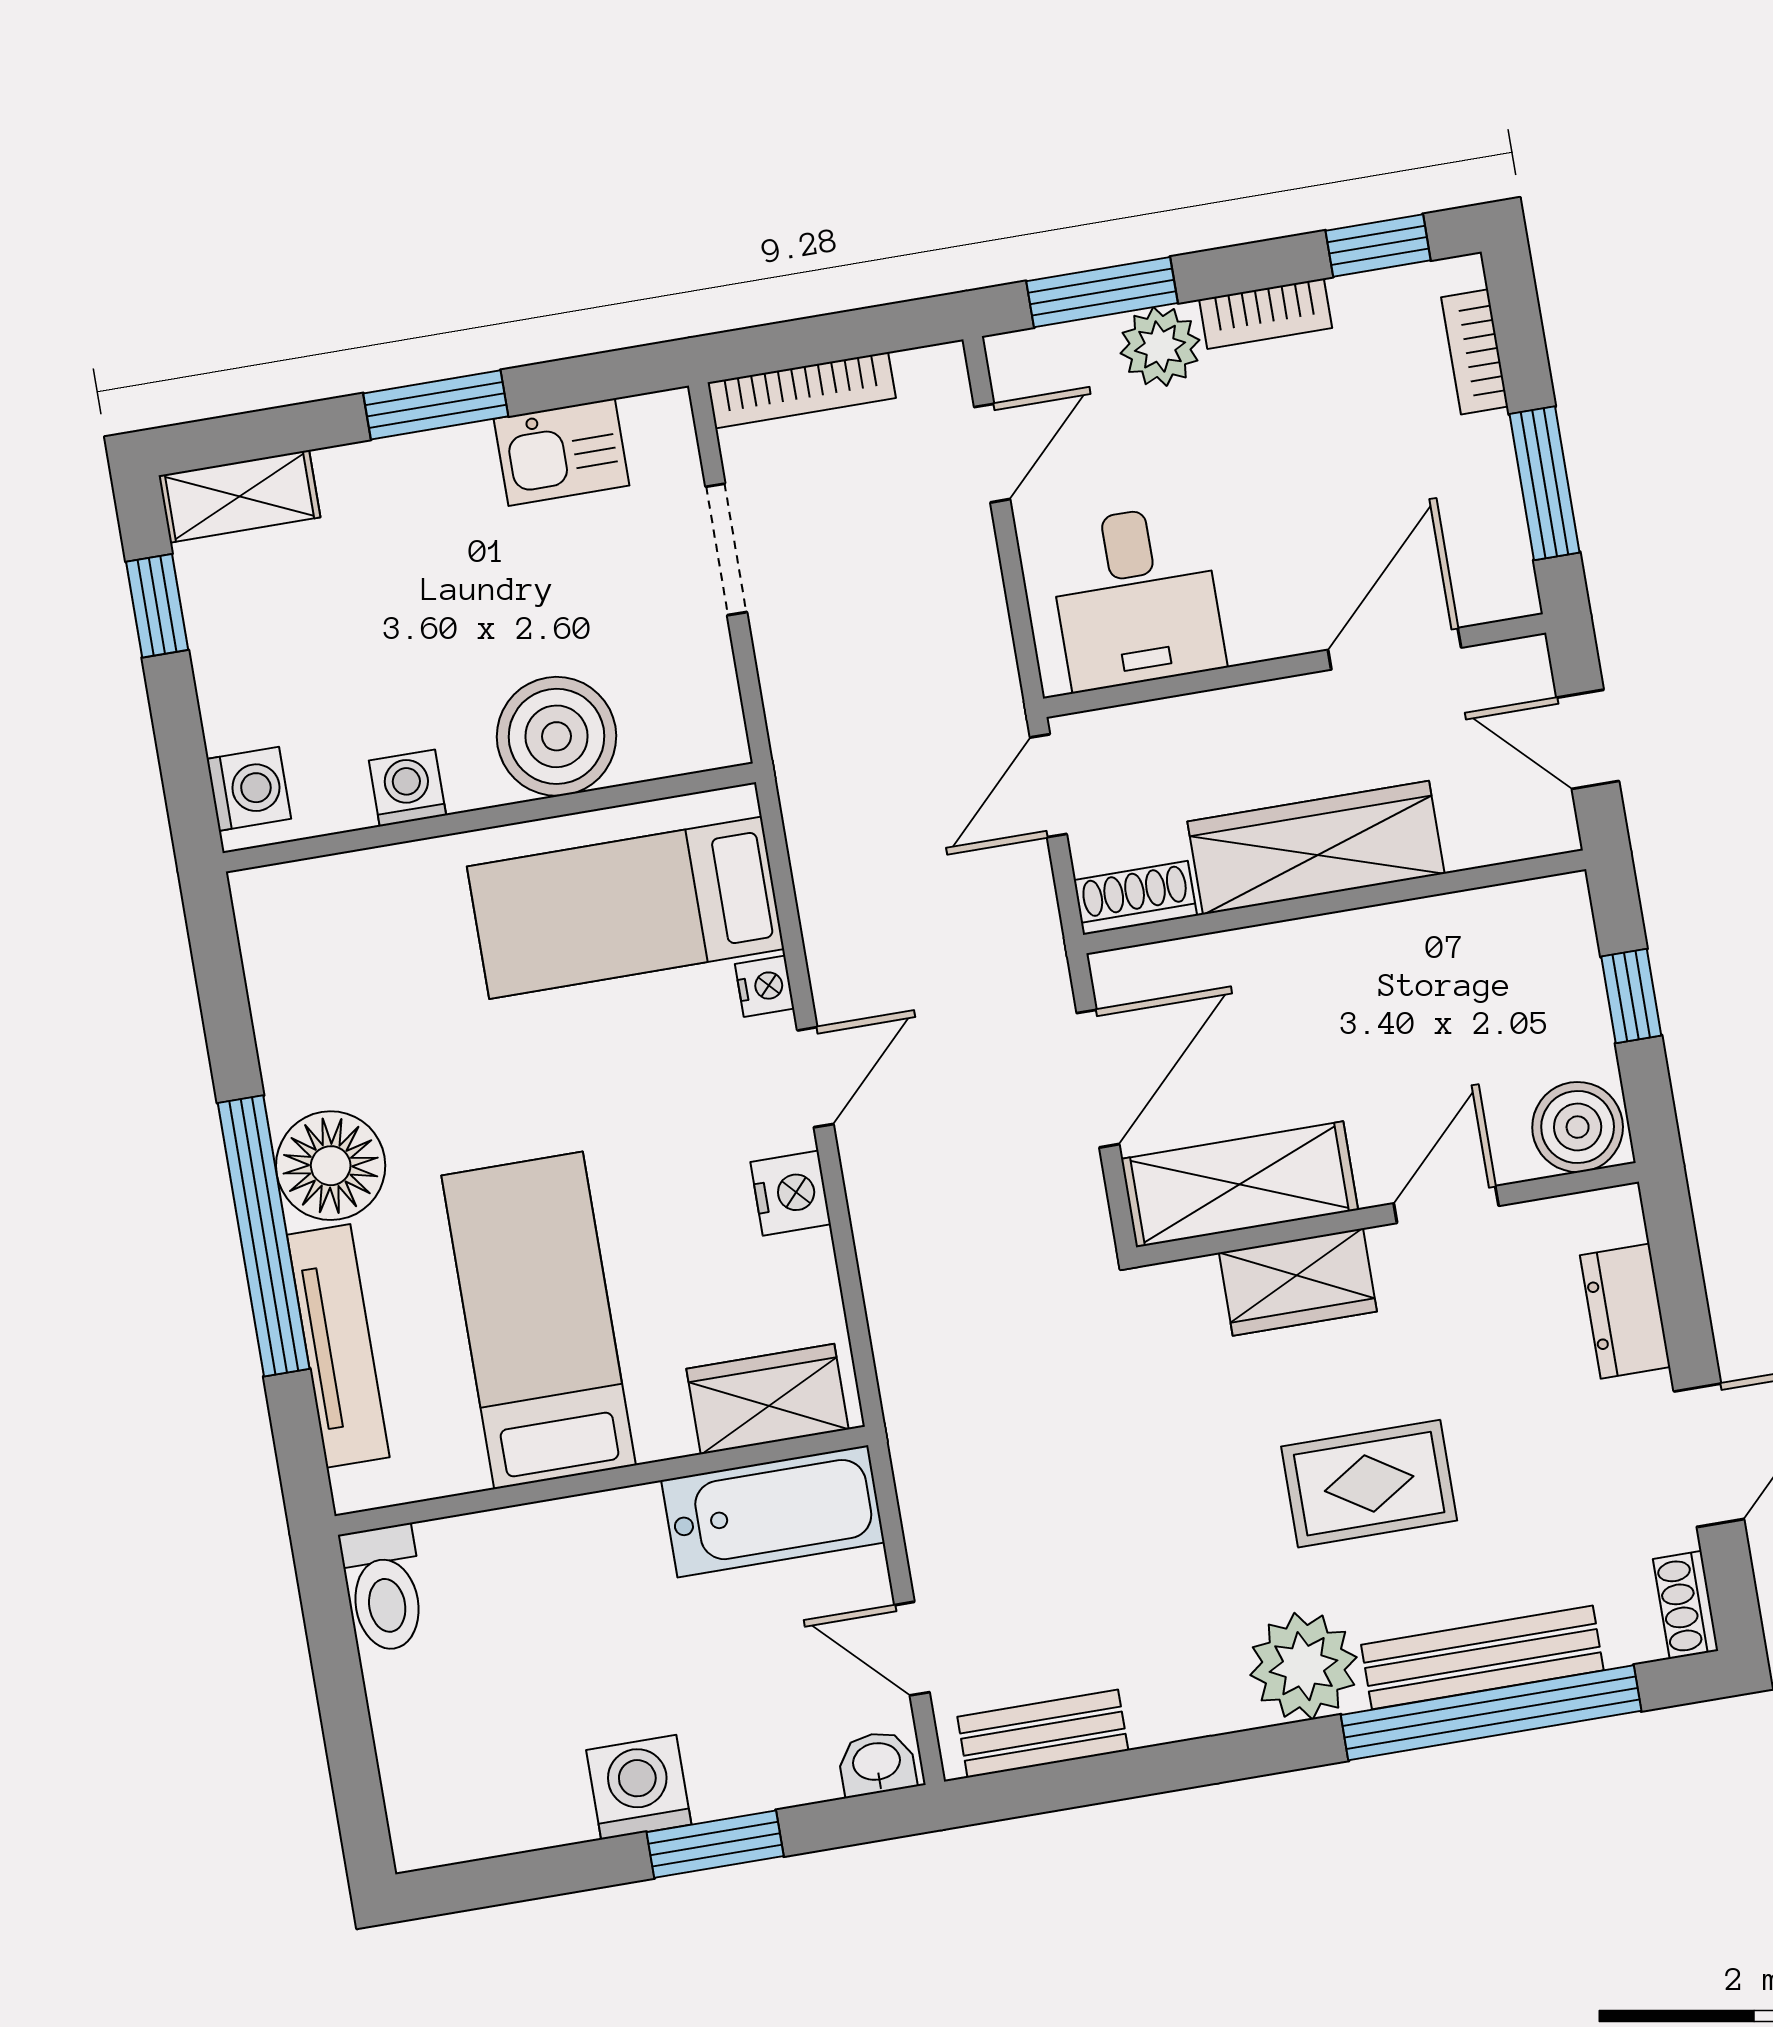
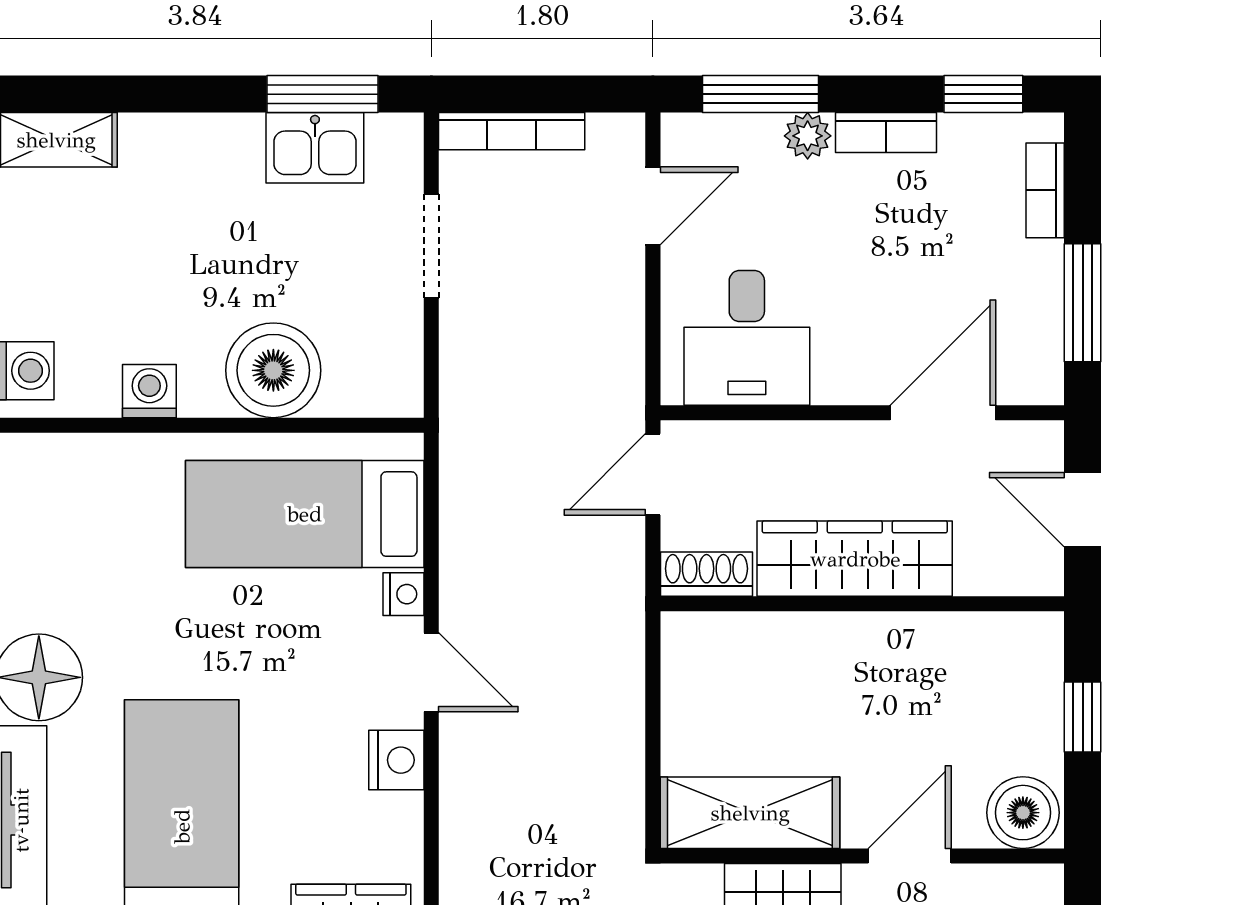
plant: (1160, 347) -> (808, 136), width x0.73, depth x0.73
window: (436, 405) -> (322, 94), moved
door: (815, 1077) -> (431, 672), hinge flipped
door: (1098, 1079) -> (653, 711), removed

